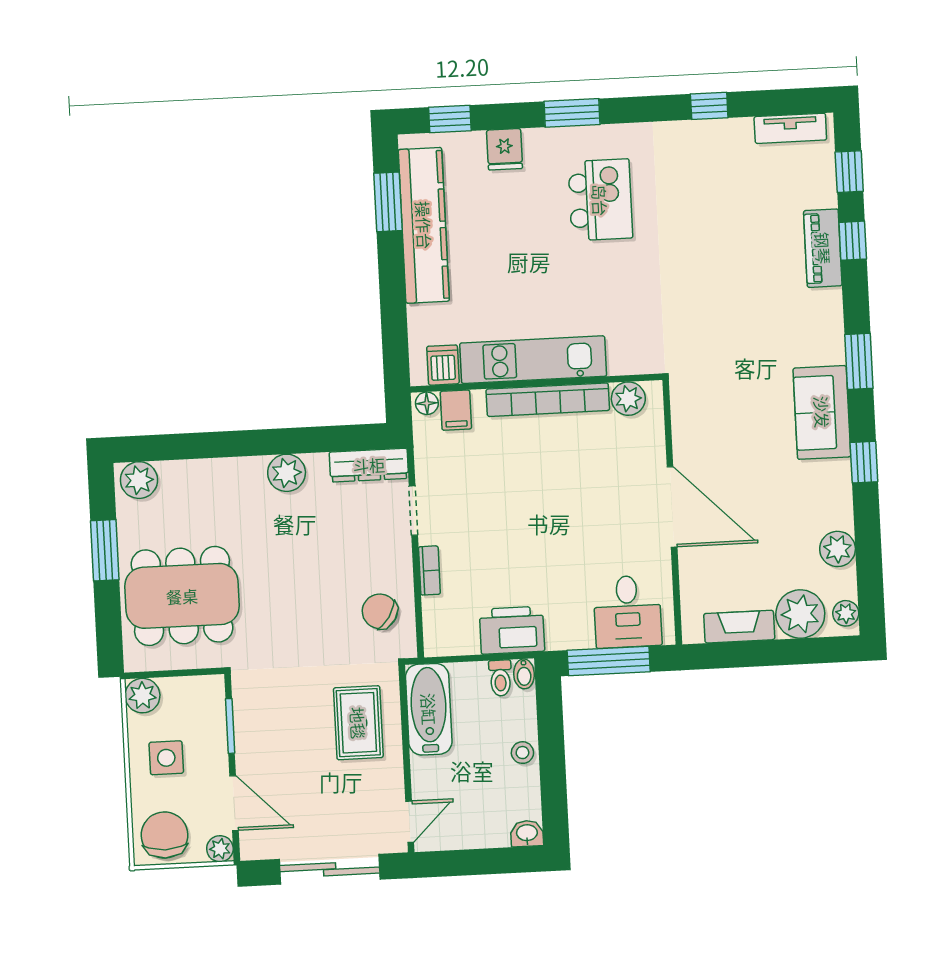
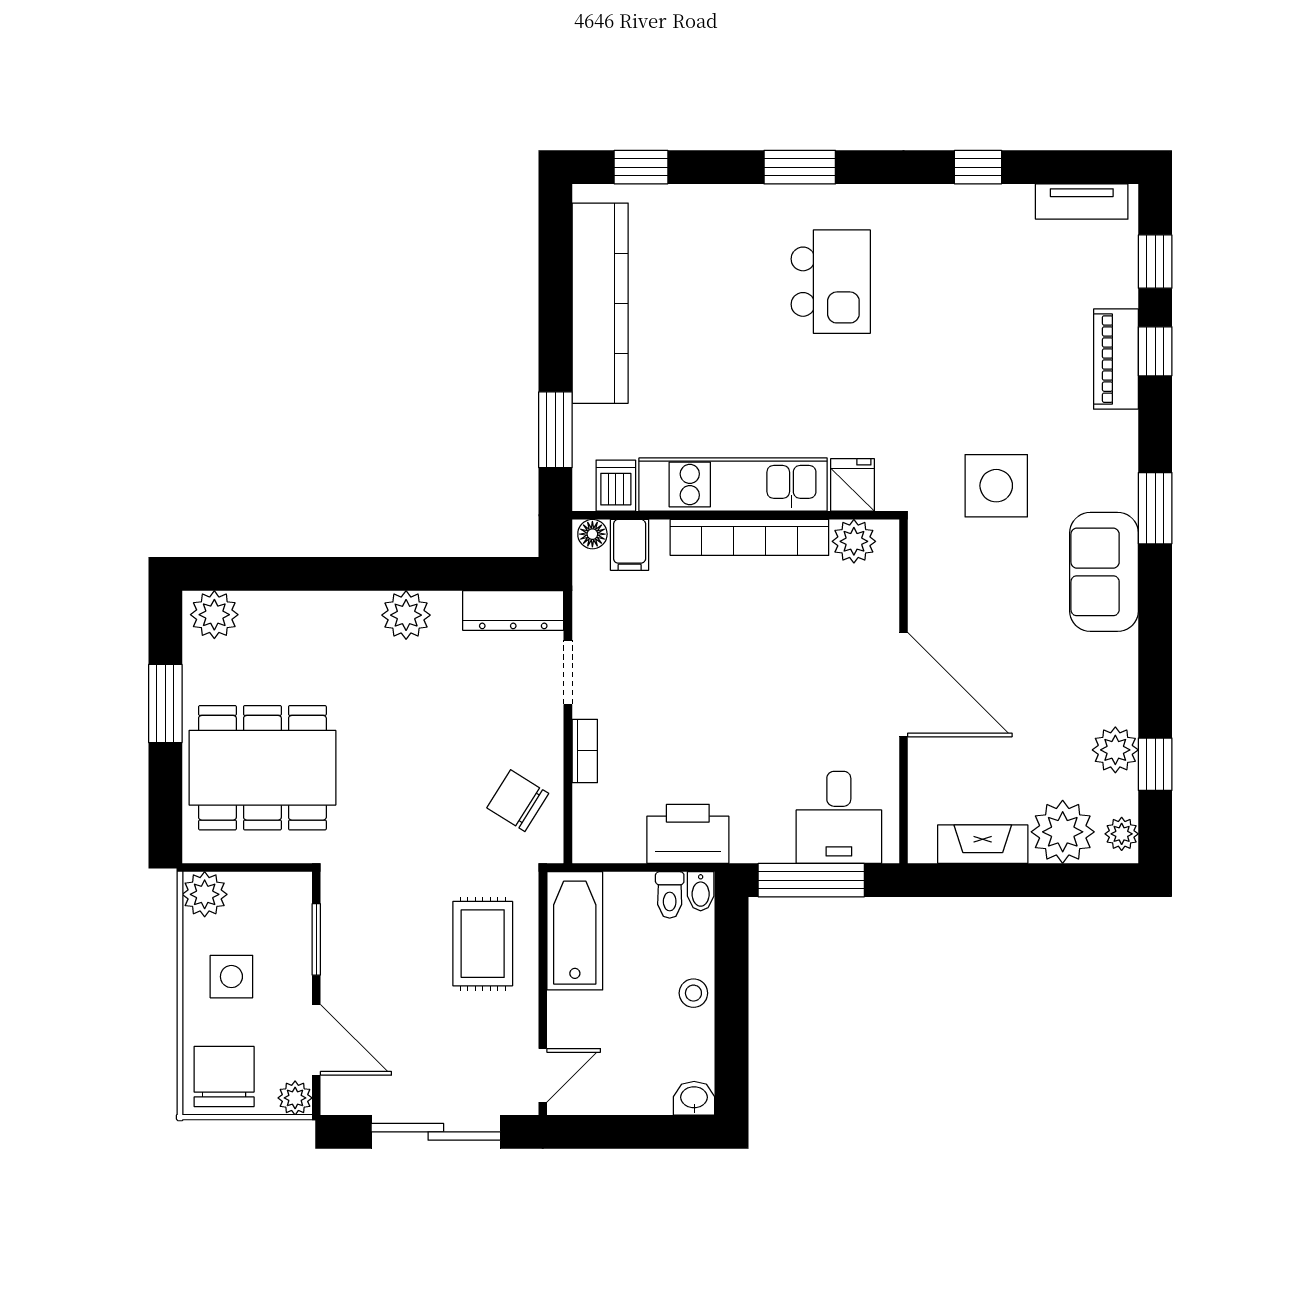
fridge: (505, 149) -> (852, 485), moved, turned 180
window: (388, 202) -> (555, 430), moved
side table: (736, 350) -> (996, 486), added
window: (864, 462) -> (1155, 764), moved

